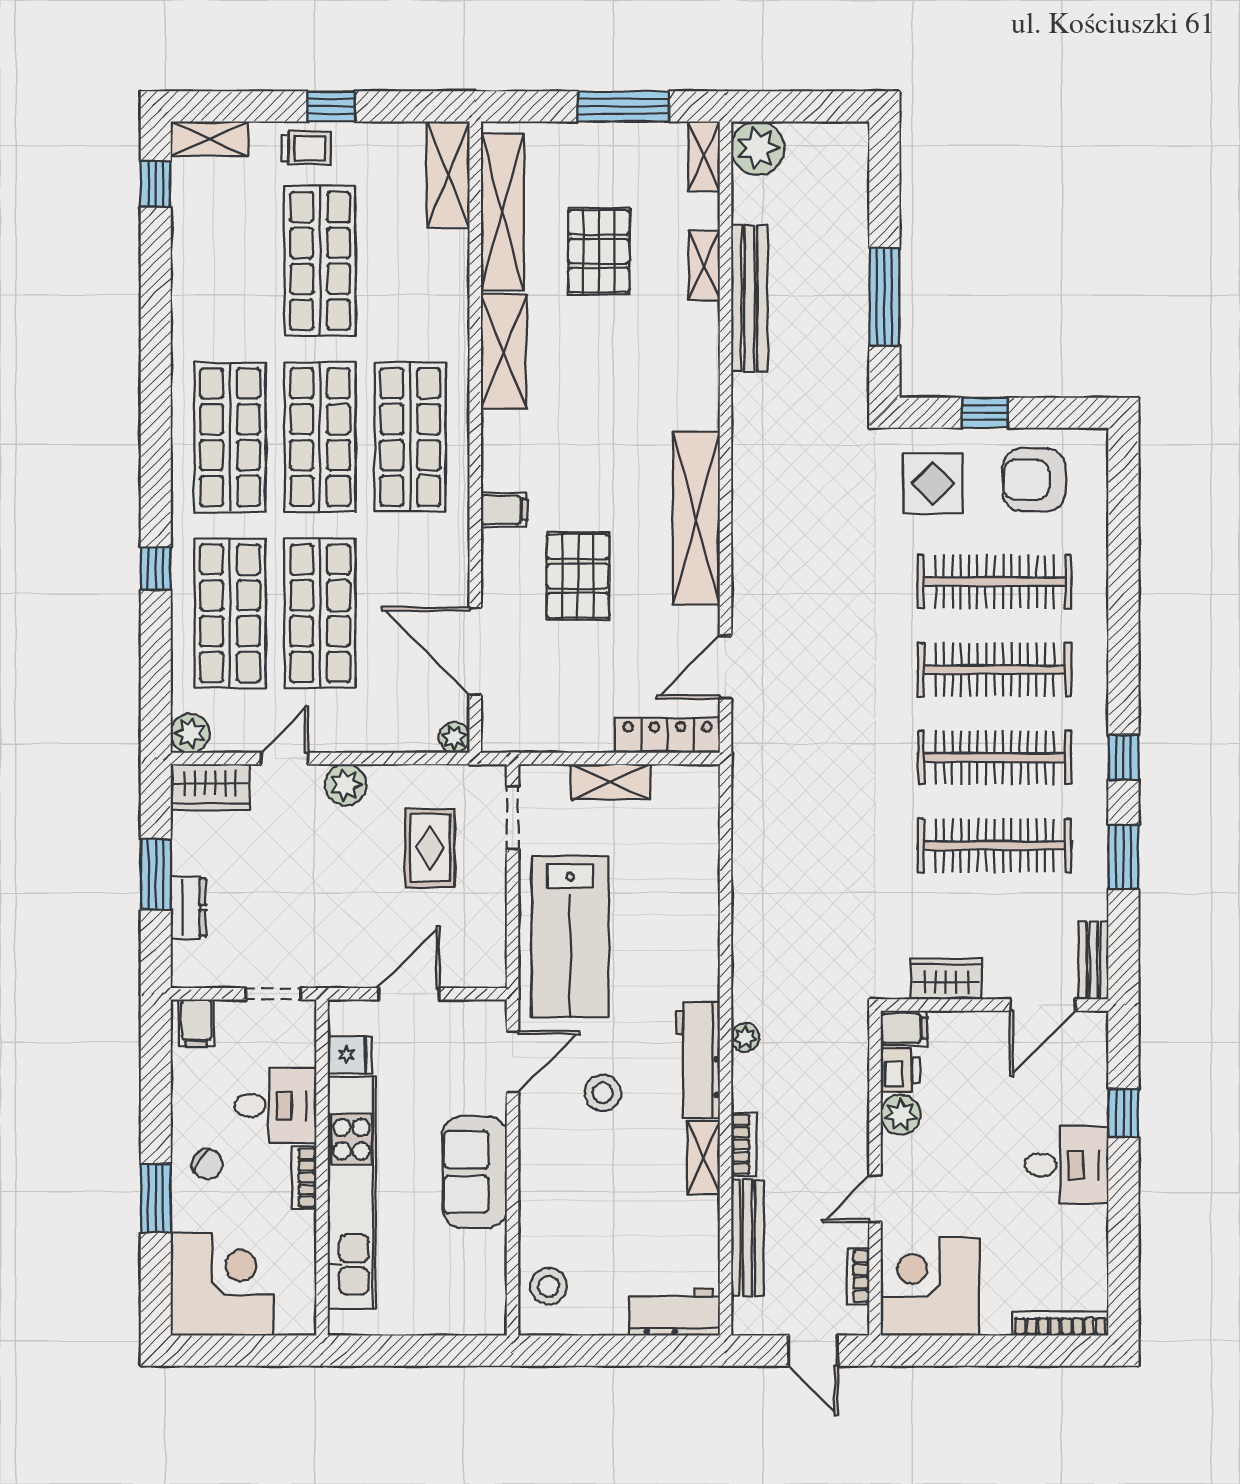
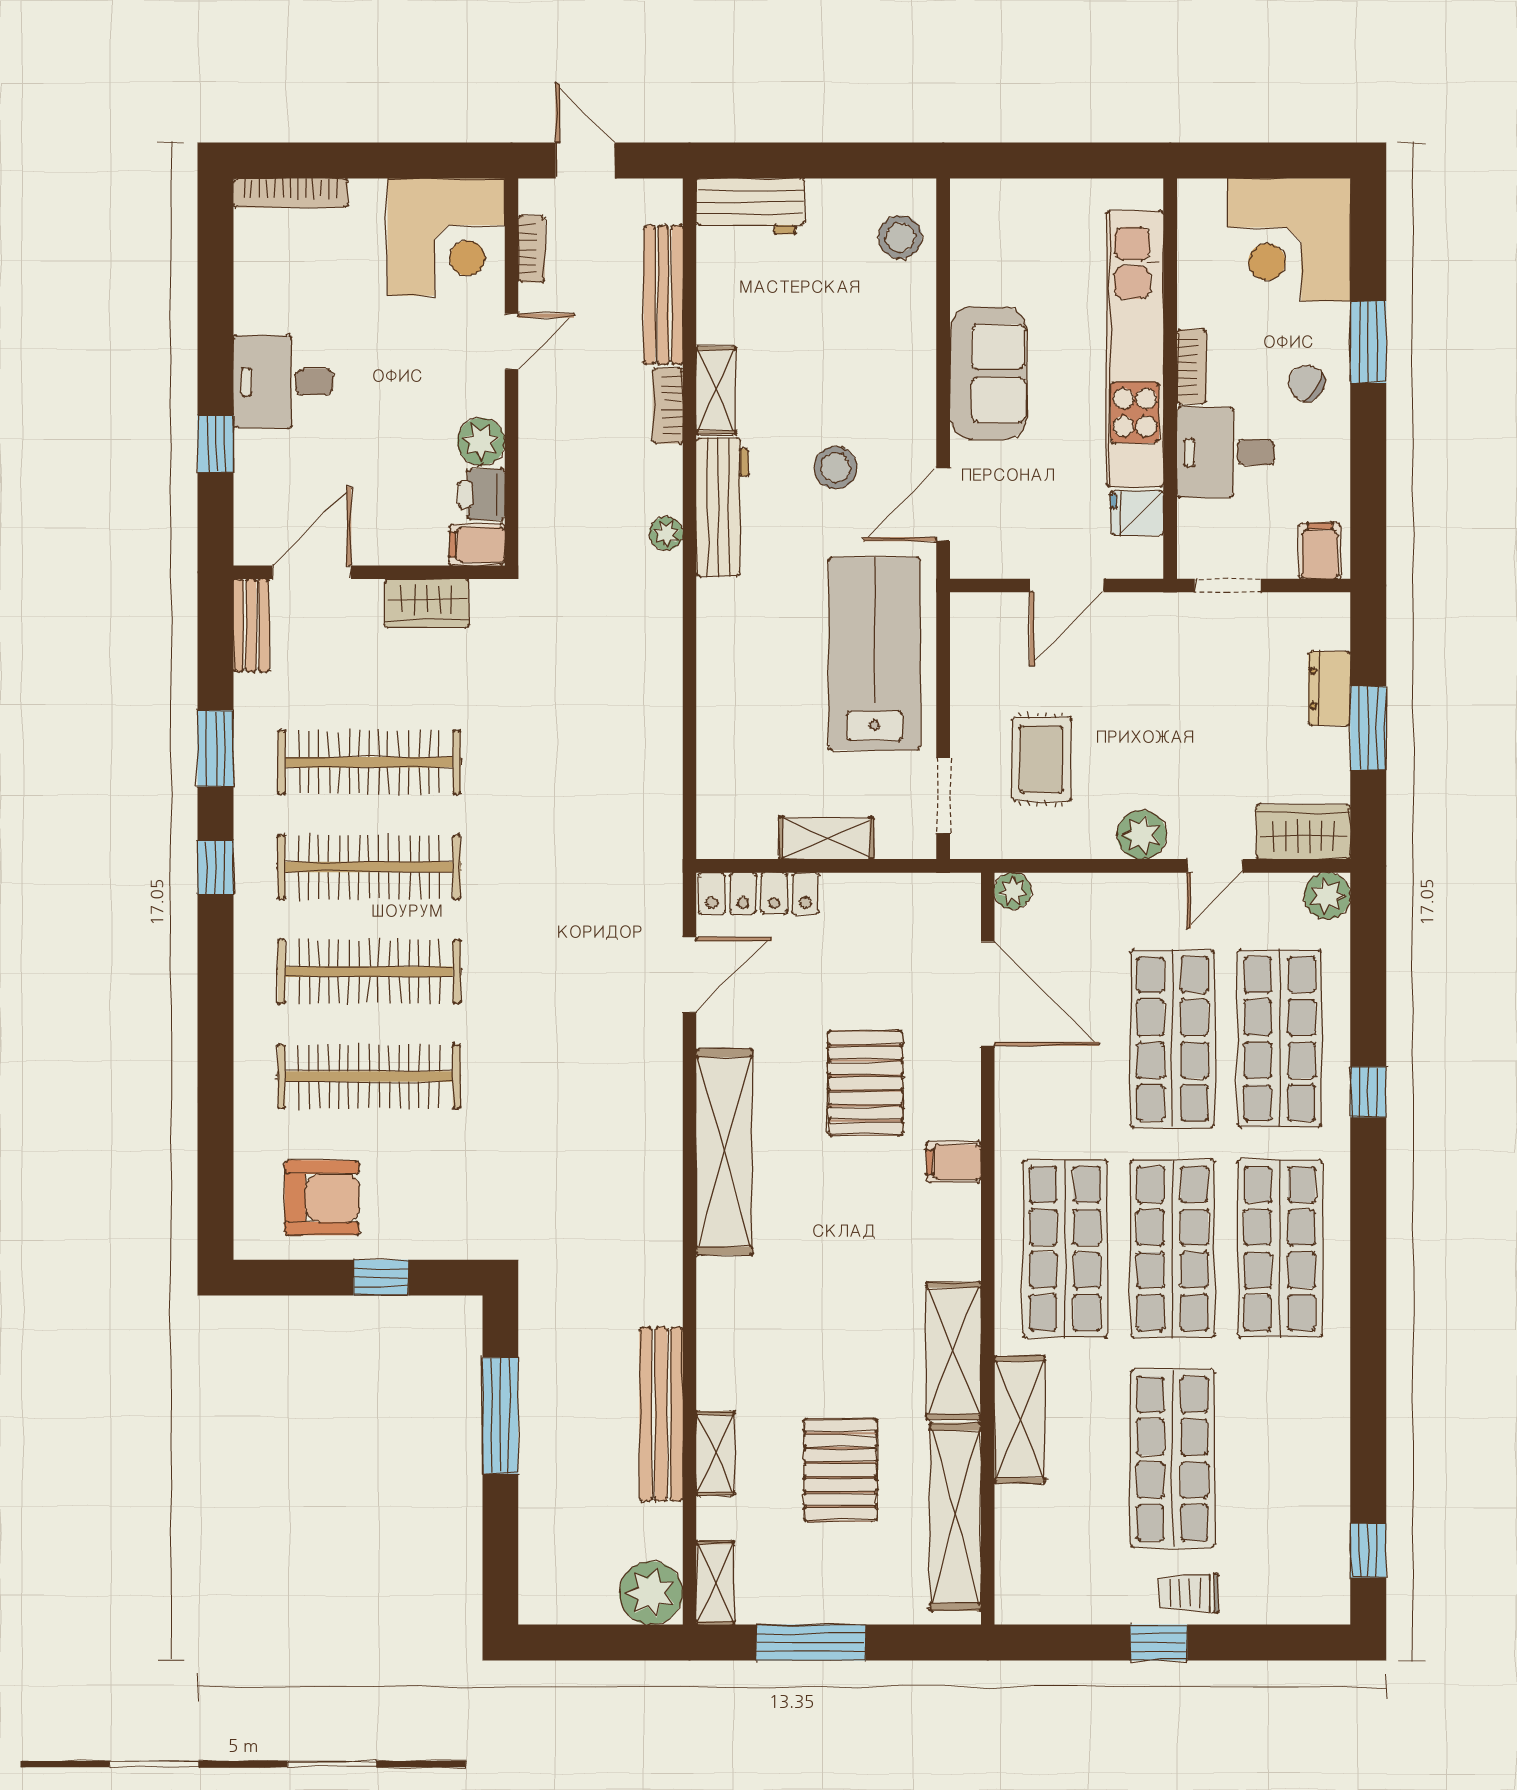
shelving: (210, 139) -> (1304, 1604), removed
shelving: (448, 175) -> (1020, 1420), moved
display table: (933, 484) -> (442, 1193), removed

